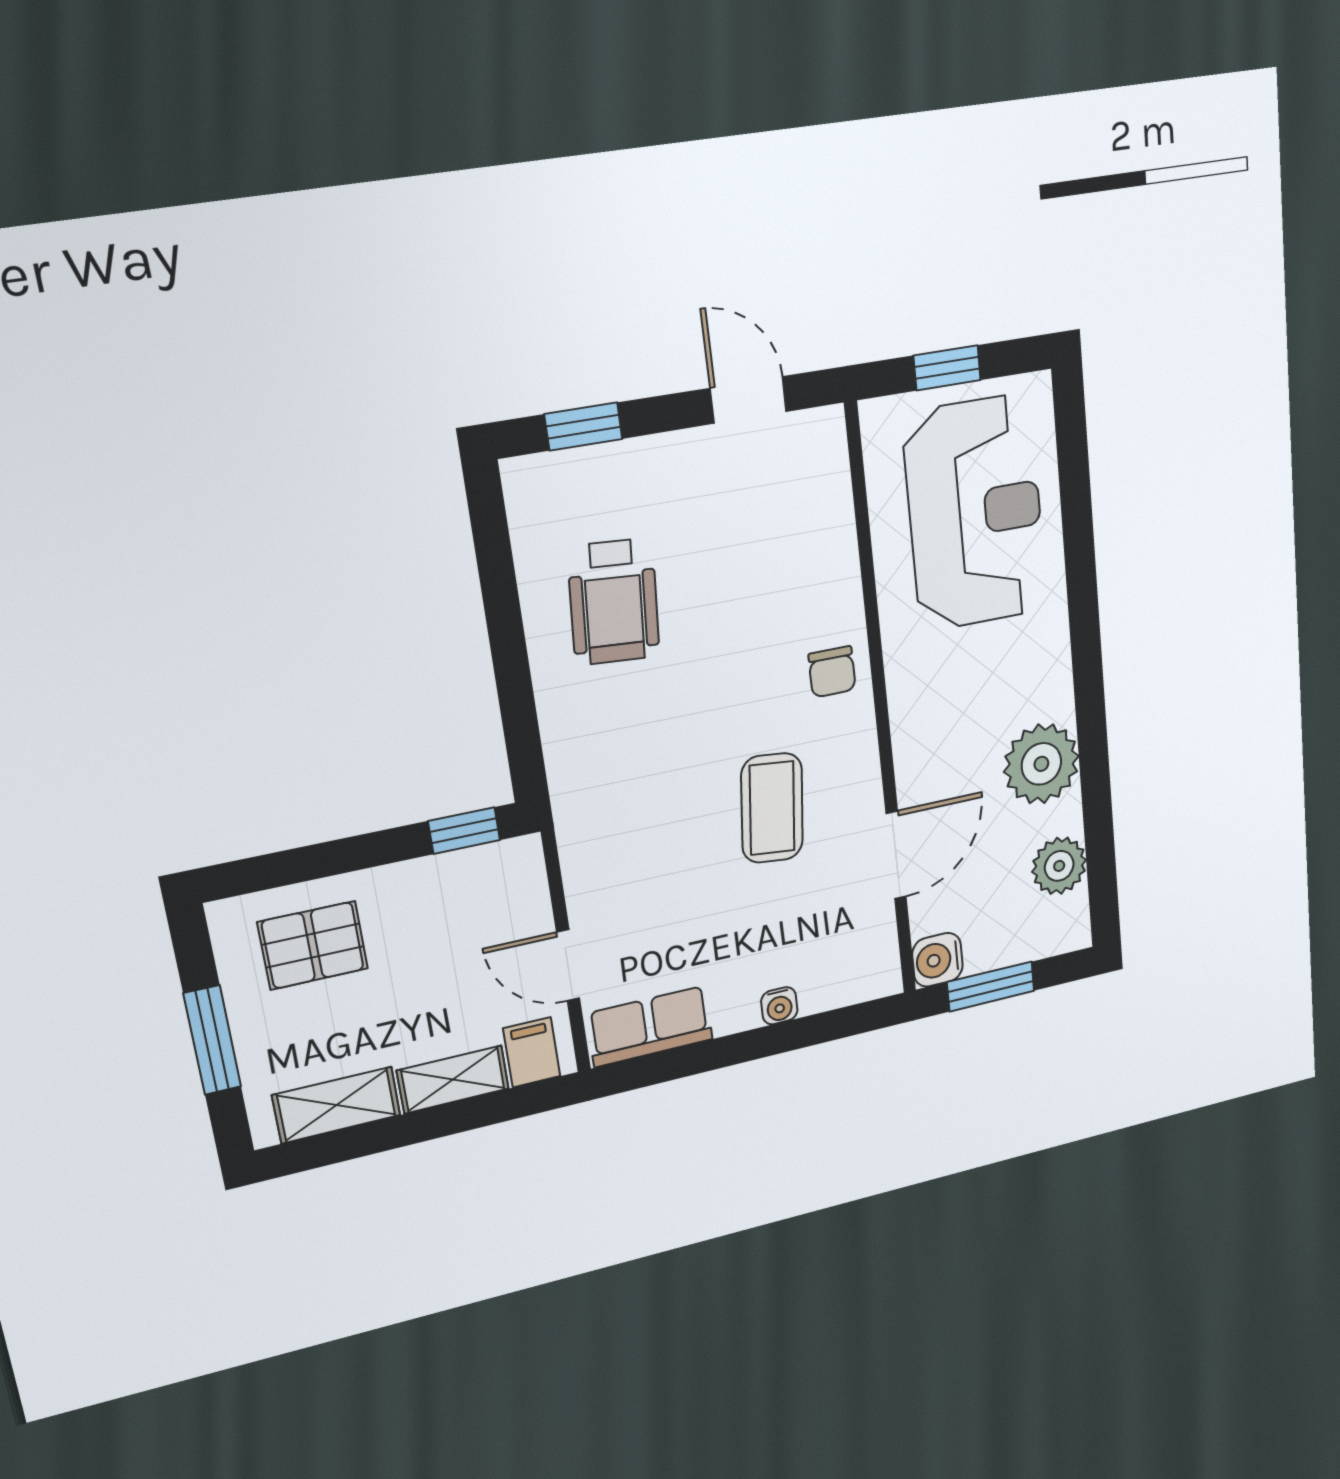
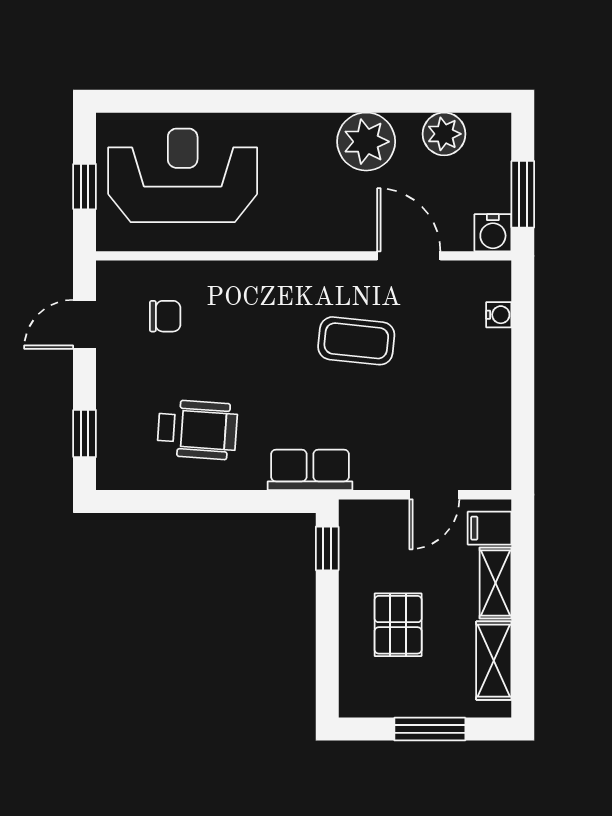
chair: (832, 672) -> (165, 316), moved
pallet: (313, 945) -> (398, 625), moved
water cooler: (779, 1006) -> (499, 315), moved
row of seats: (650, 1026) -> (310, 470), moved, turned 90

